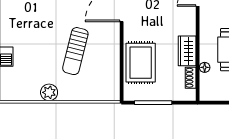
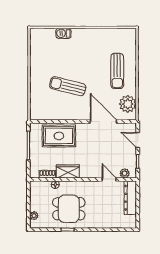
plant: (49, 92) -> (36, 66), removed

